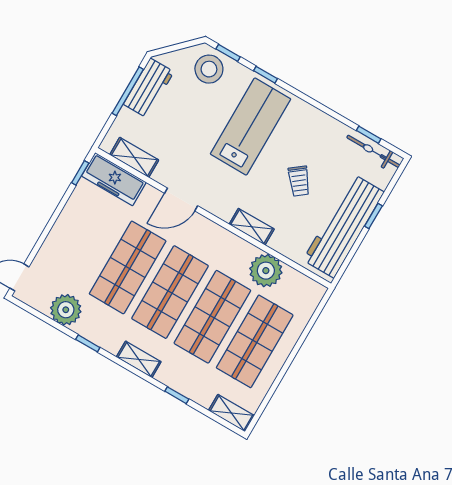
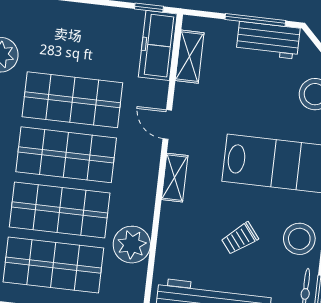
stool: (320, 133) -> (299, 239), added
door: (181, 199) -> (167, 124), width x0.73
shelving: (252, 227) -> (175, 178), moved

